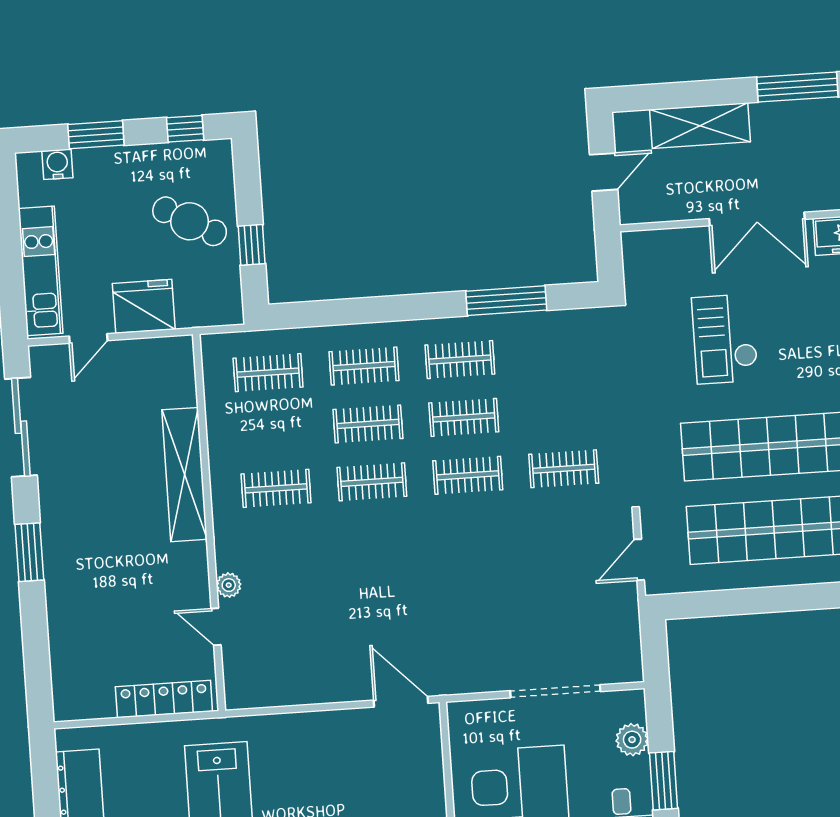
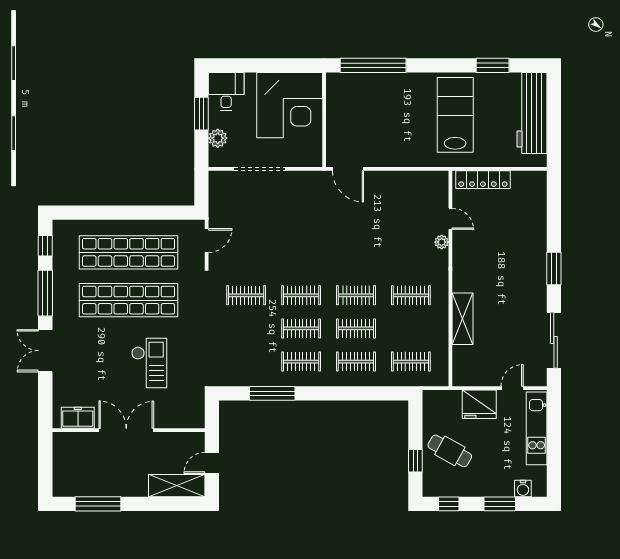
shelving: (700, 126) -> (177, 486), moved
window: (252, 245) -> (415, 461), moved
shelving: (185, 475) -> (462, 319), width x0.68

